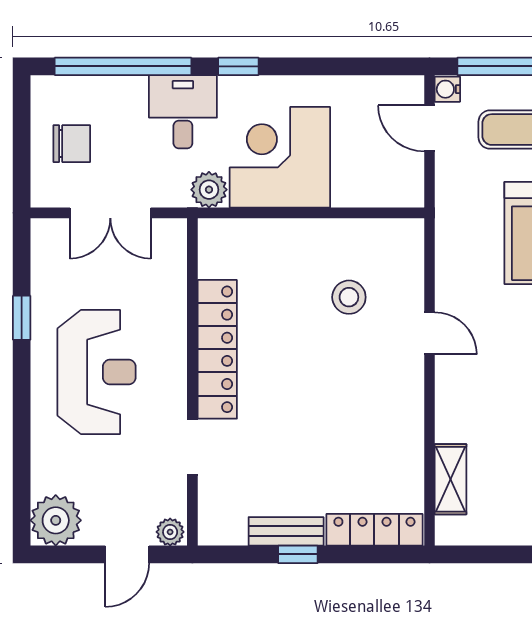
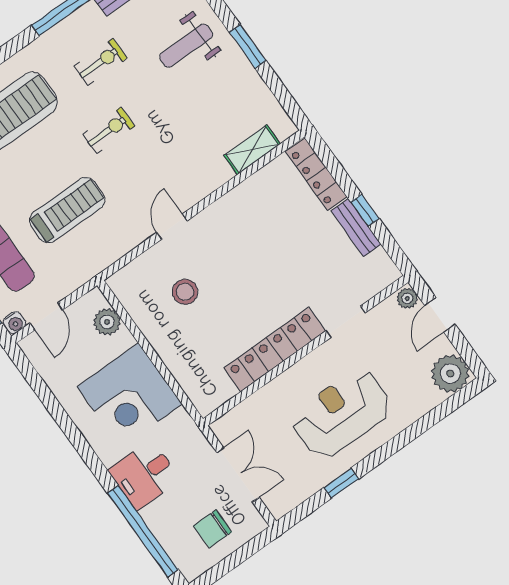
window: (238, 66) -> (92, 461), removed
chair: (72, 144) -> (213, 529), turned -90
plant: (209, 190) -> (107, 322), moved
door: (127, 554) -> (440, 315), swing flipped

